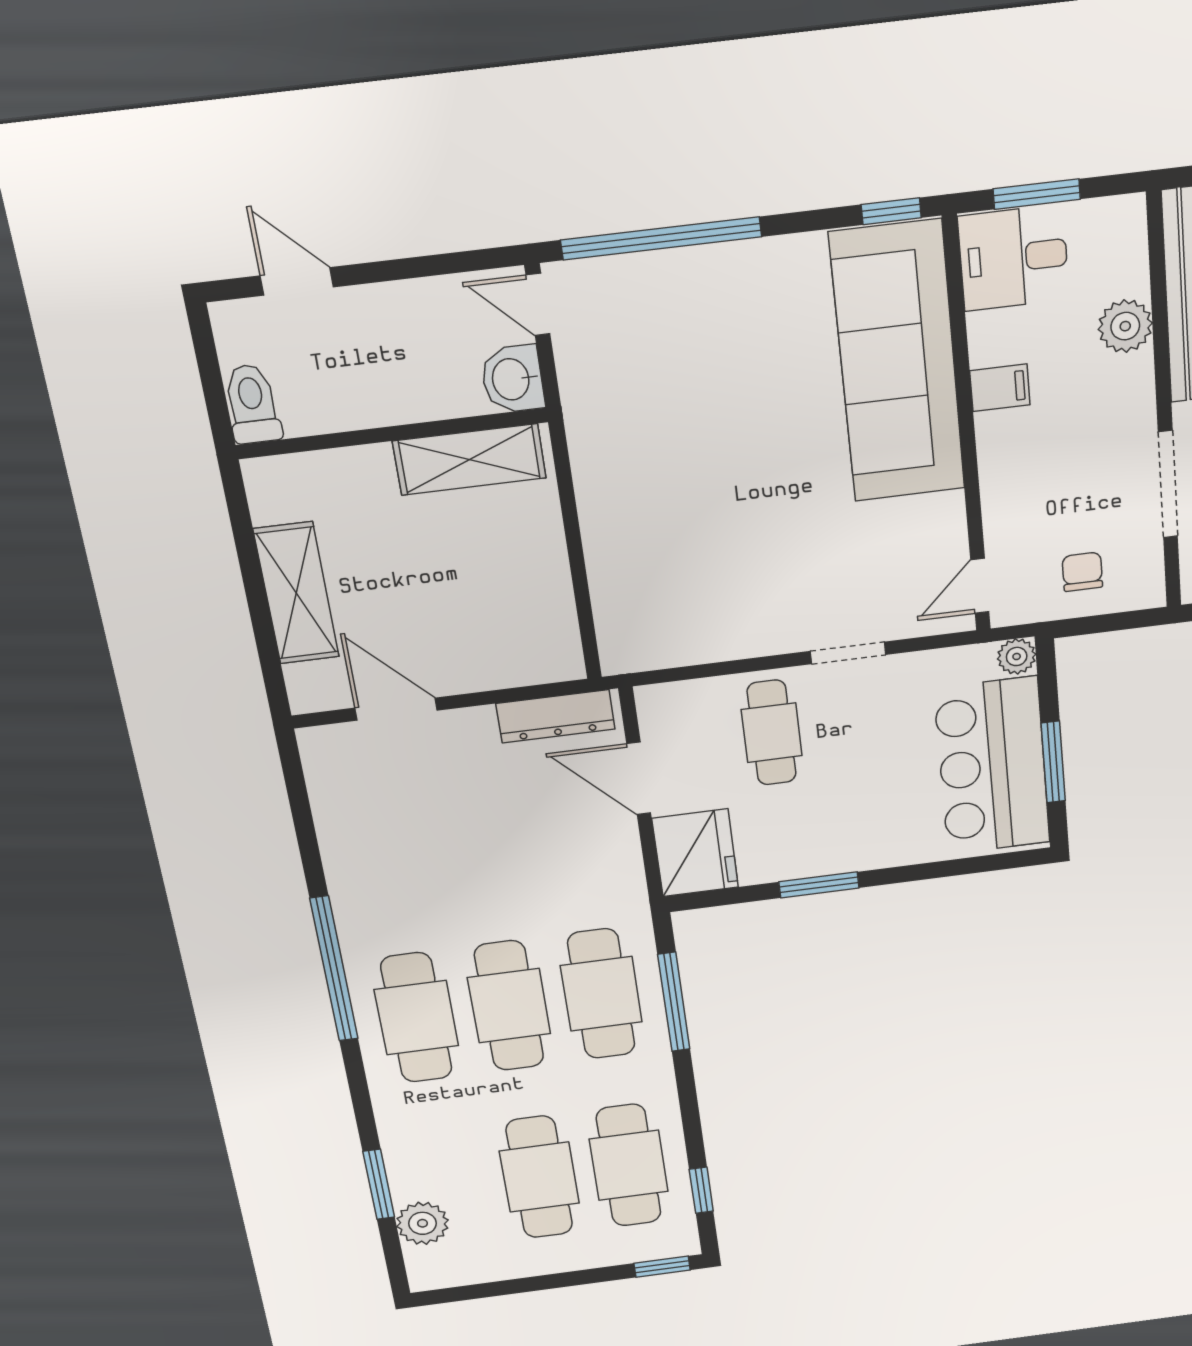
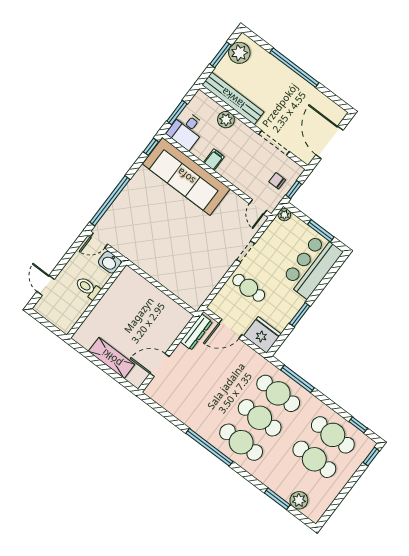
door: (297, 281) -> (46, 285), hinge flipped
toilet: (252, 404) -> (88, 288), moved
shelving: (469, 459) -> (118, 289), removed
window: (1095, 624) -> (294, 190), added
bar counter: (992, 766) -> (312, 266), moved, turned 90

